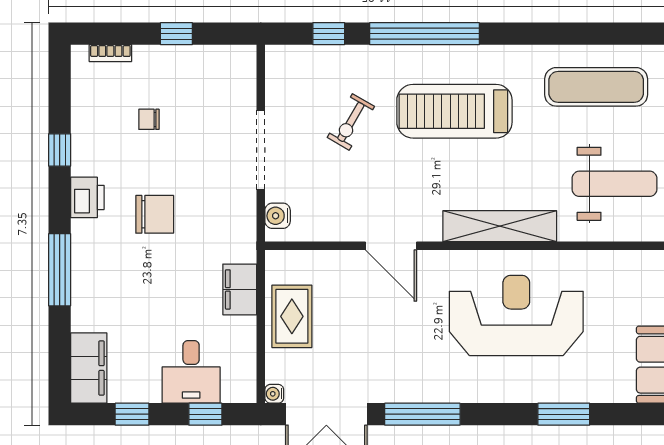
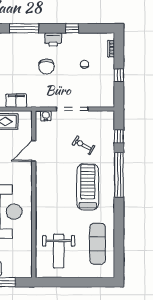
shelving: (500, 226) -> (42, 205), removed
door: (391, 246) -> (34, 151), moved

